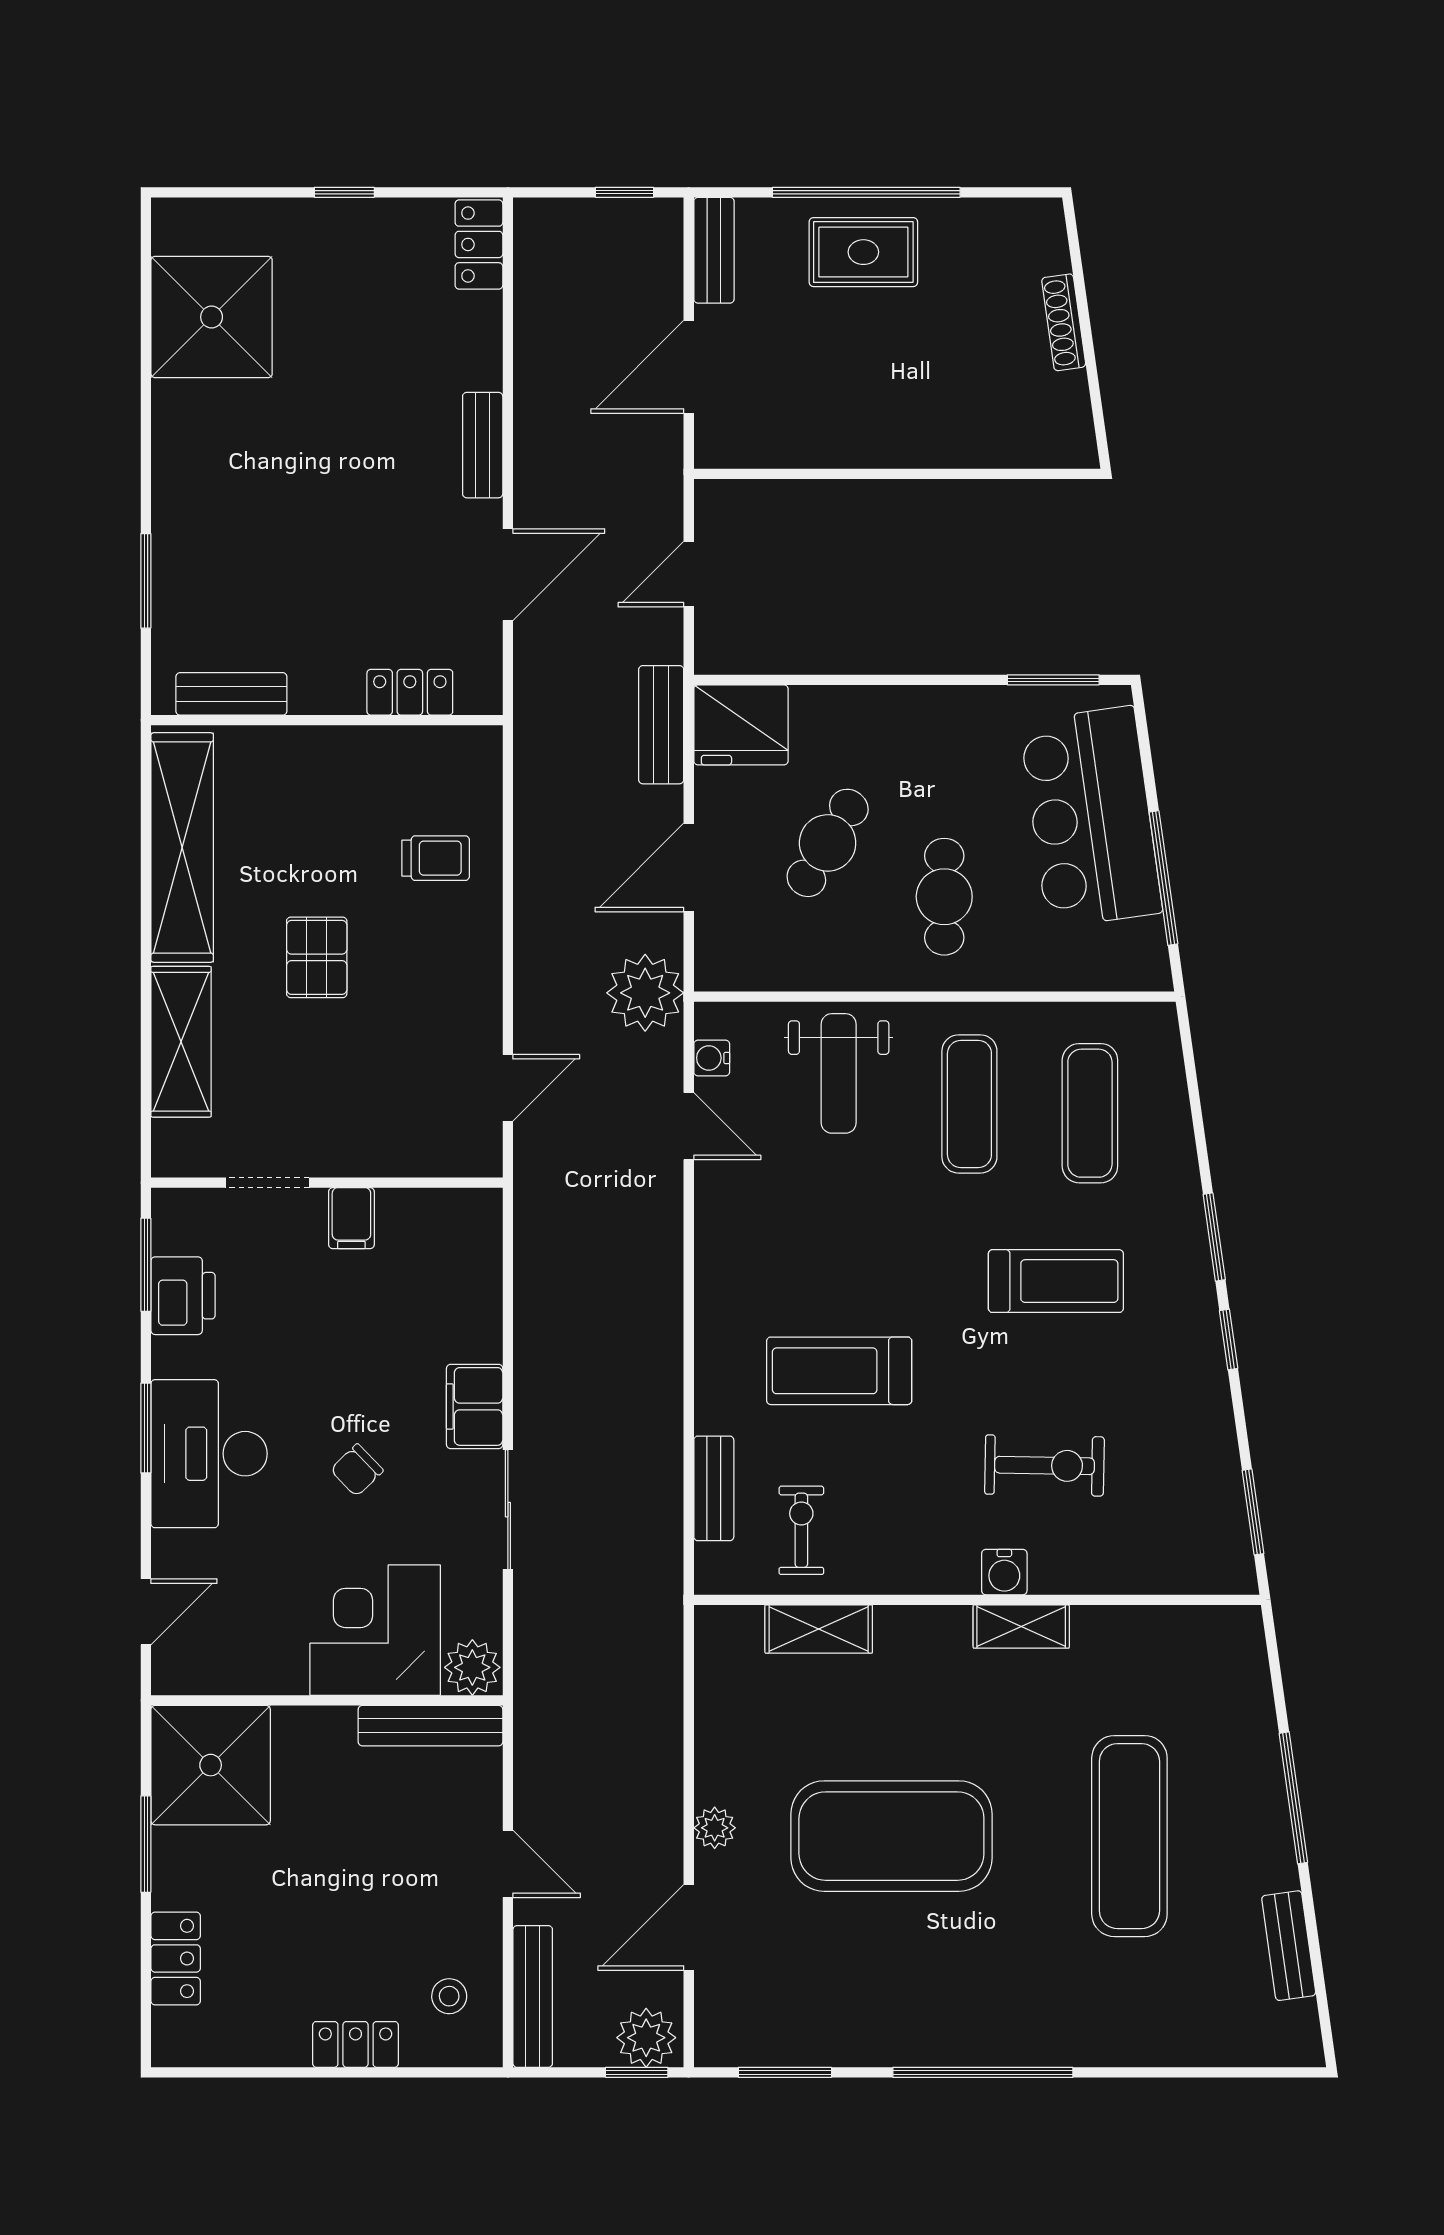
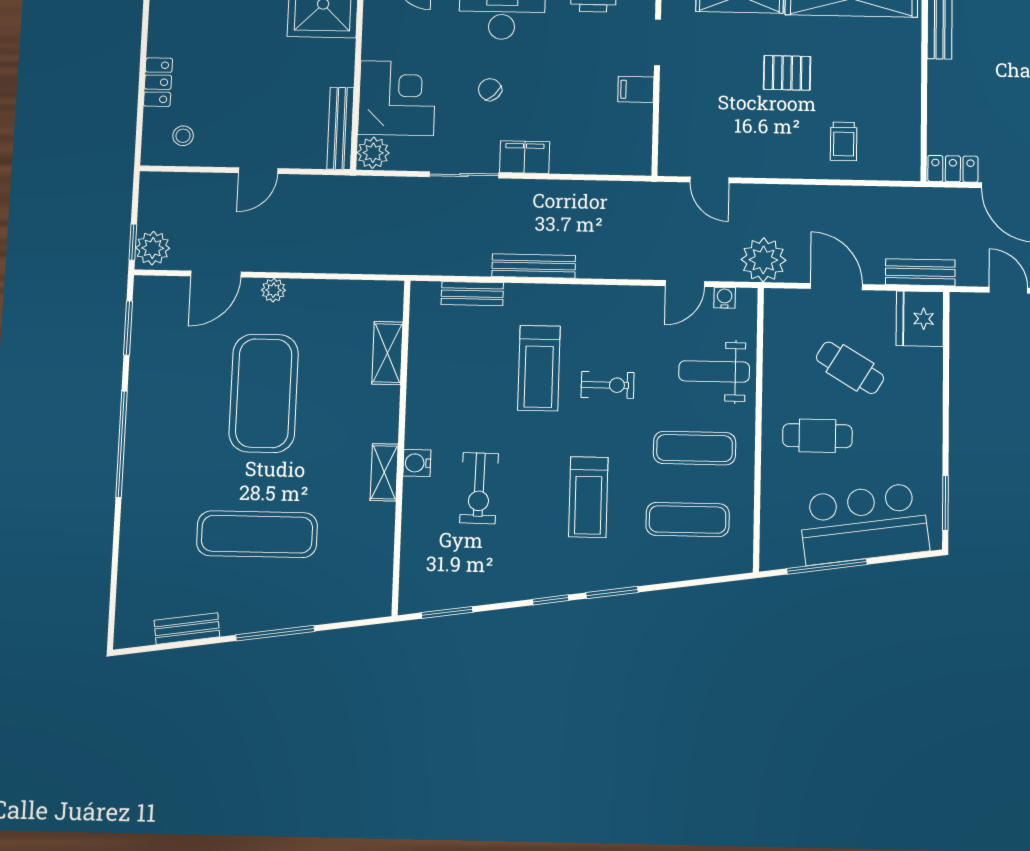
locker: (410, 692) -> (953, 169), moved, turned -90
treadmill: (839, 1371) -> (539, 368), turned 180
exercise bike: (801, 1530) -> (608, 385), moved
door: (689, 1927) -> (216, 274), swing flipped
bench: (533, 1996) -> (534, 266), moved

